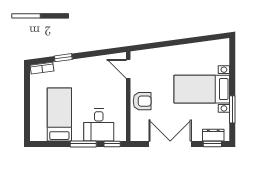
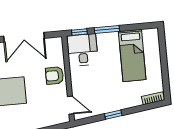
window: (63, 58) -> (113, 115), moved
desk: (99, 125) -> (83, 50), moved

